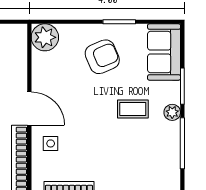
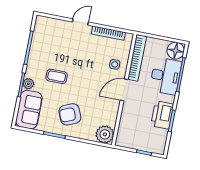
door: (29, 109) -> (124, 90), hinge flipped
plant: (172, 112) -> (28, 84), moved

